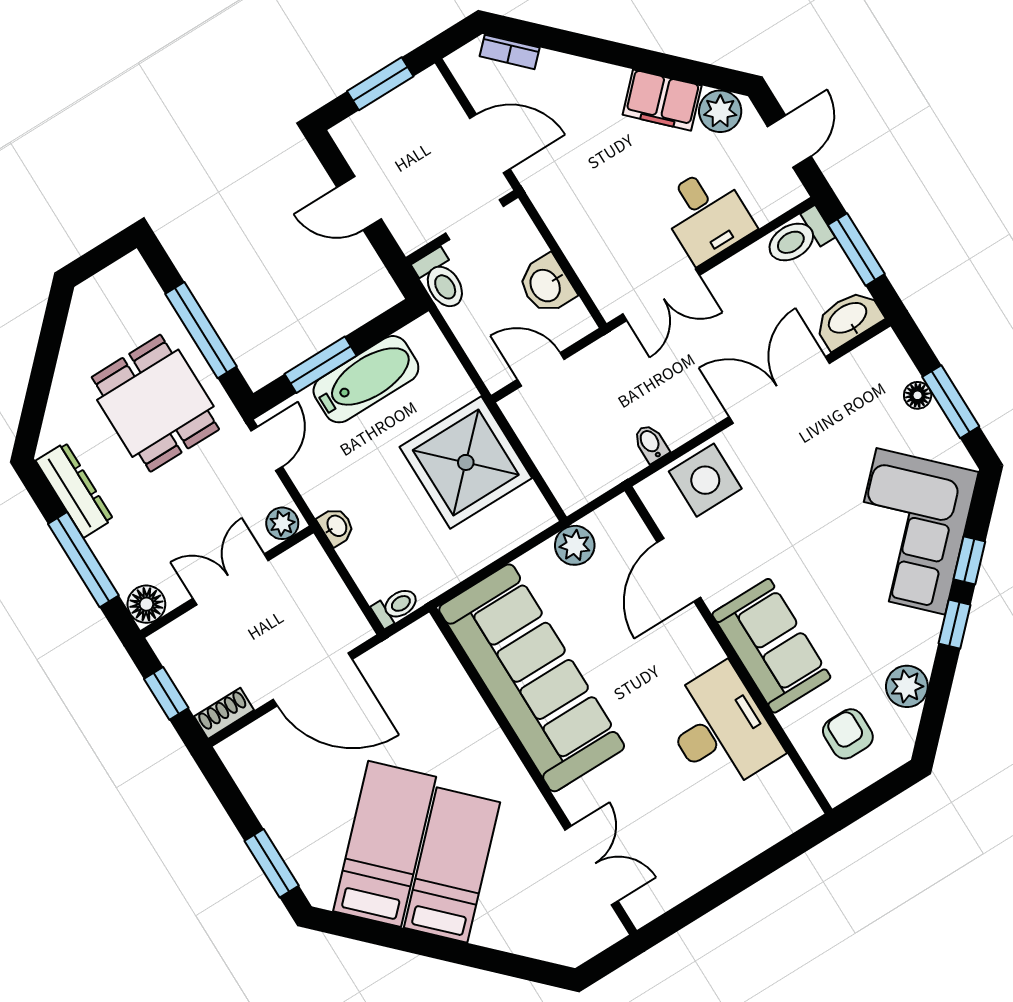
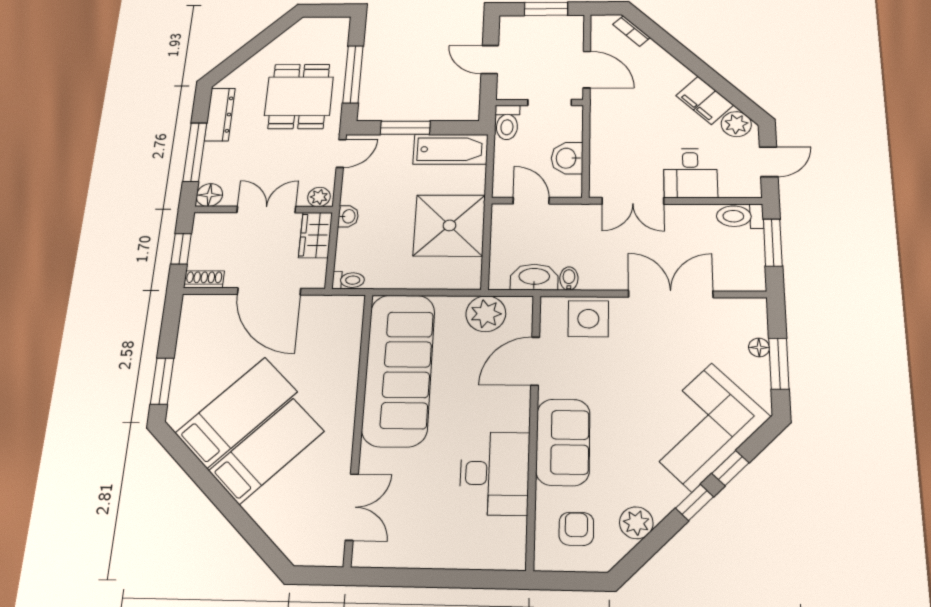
washbasin: (848, 319) -> (534, 277), moved
bathtub: (366, 379) -> (451, 149), moved
plant: (575, 545) -> (486, 314), width x1.36, depth x1.36
wardrobe: (315, 575) -> (316, 235), added

